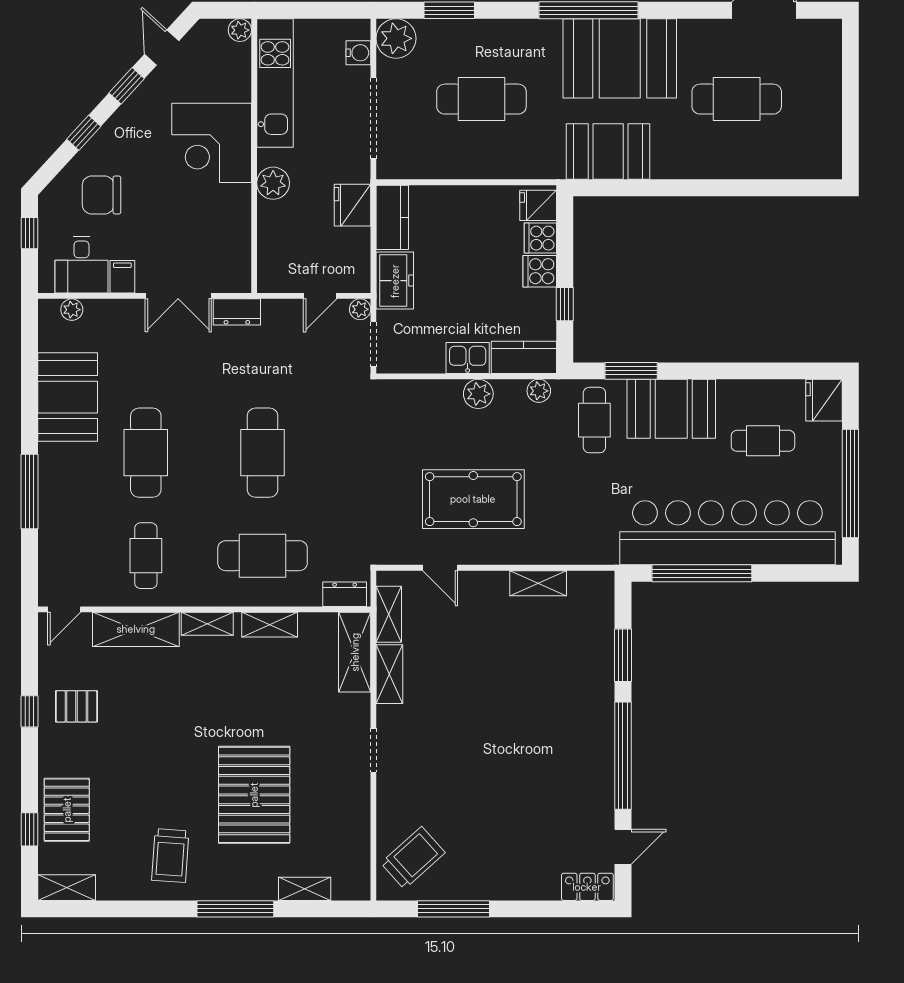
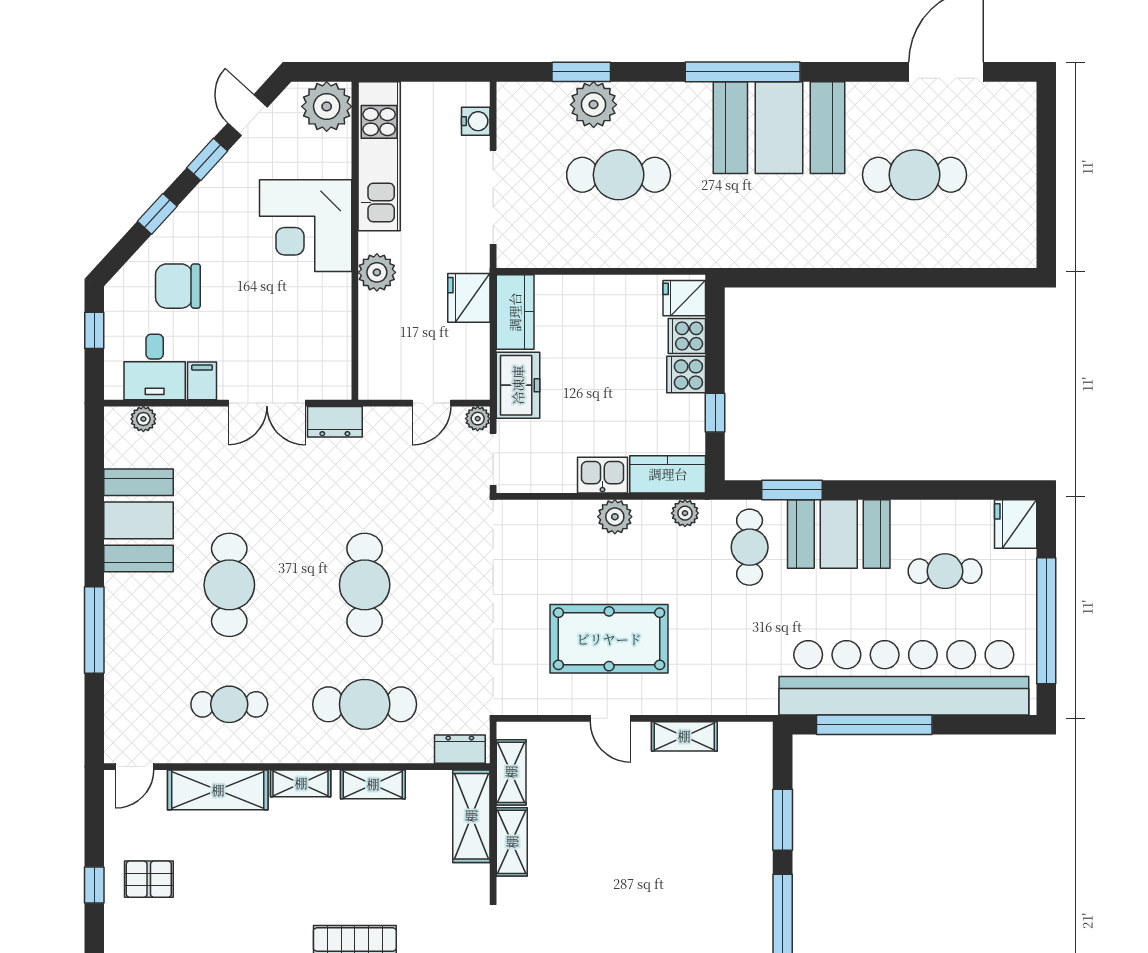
plant: (240, 30) -> (327, 106), width x1.88, depth x1.88
plant: (396, 38) -> (594, 105), moved
booth: (608, 152) -> (765, 236), removed
cafe table: (146, 556) -> (229, 704), turned 90
door: (440, 568) -> (610, 718), moved

